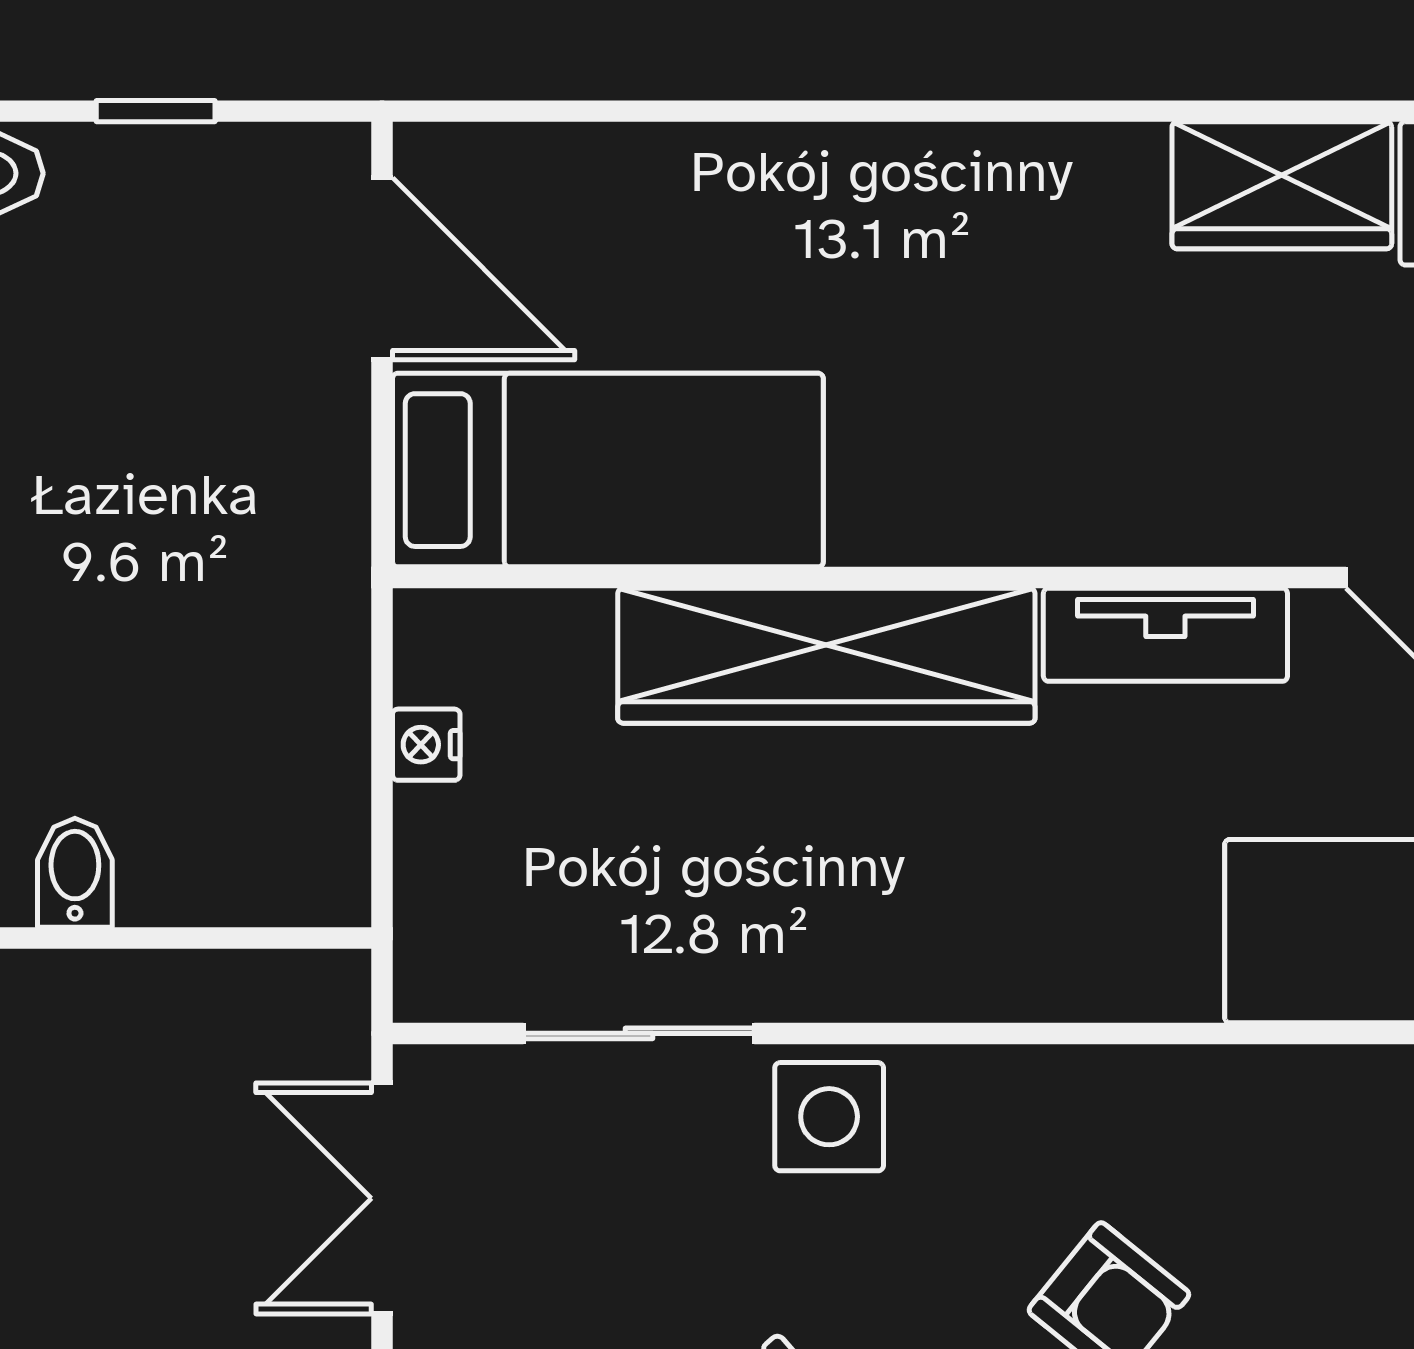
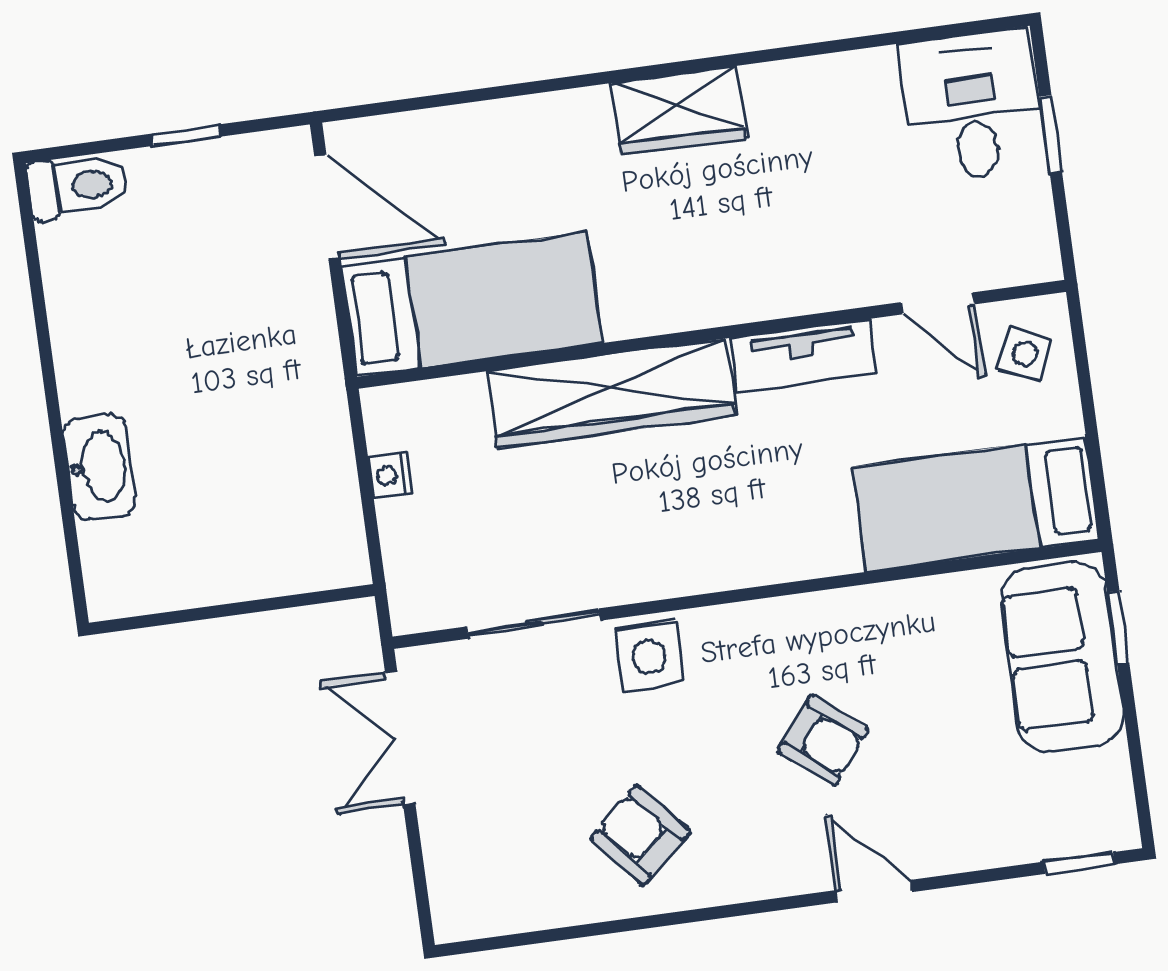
wardrobe: (1282, 185) -> (678, 111), moved
bidet: (75, 873) -> (200, 576), removed

